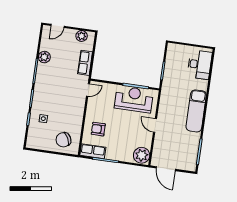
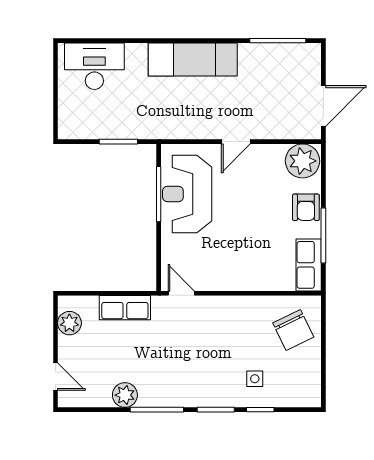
armchair: (98, 129) -> (306, 207), moved

